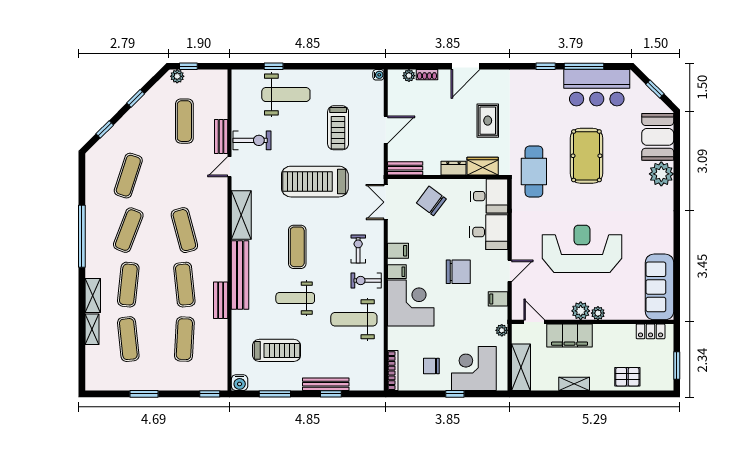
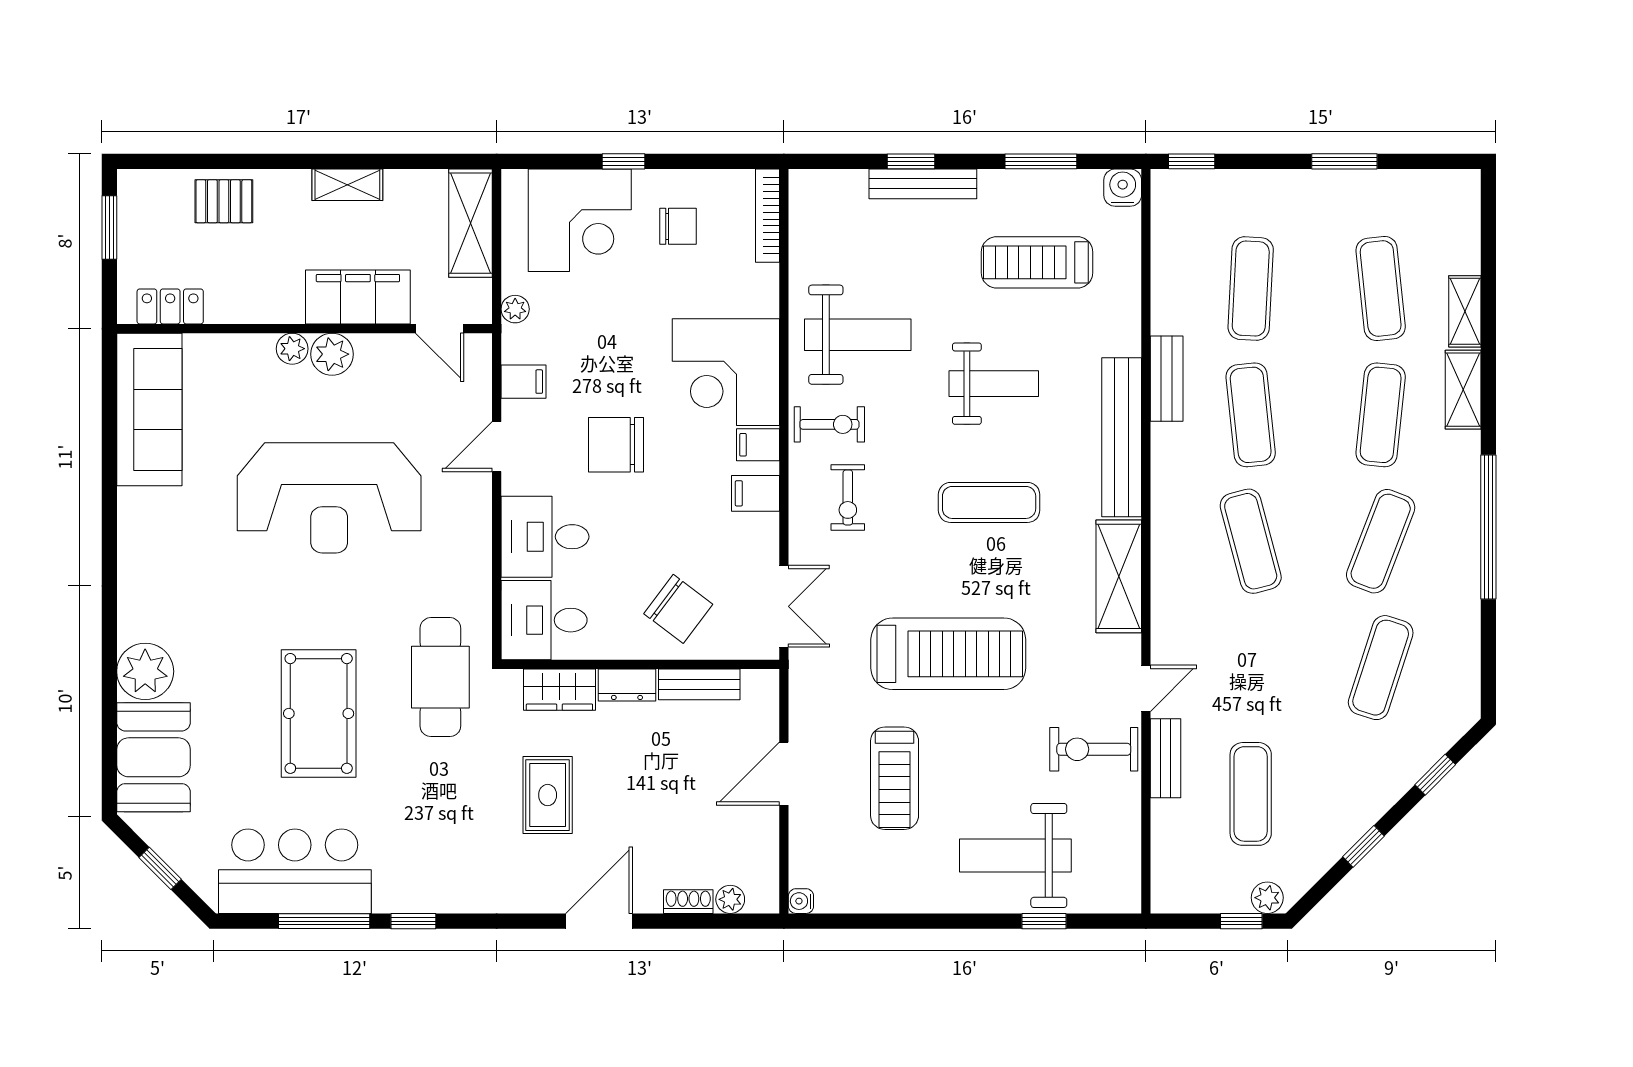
treadmill: (338, 128) -> (895, 778), turned 180
bench: (405, 168) -> (699, 684), moved
exercise mat: (297, 247) -> (989, 502), turned 90

